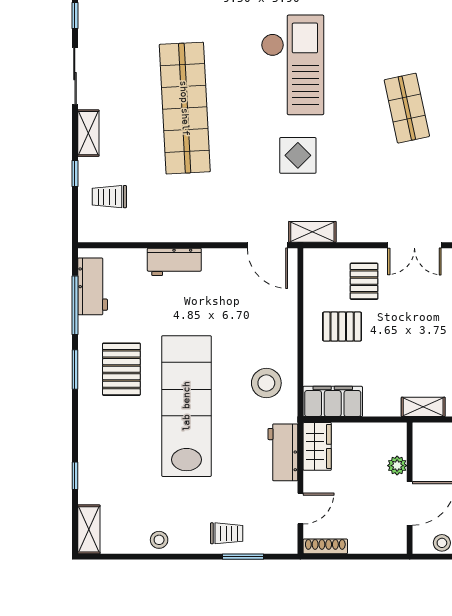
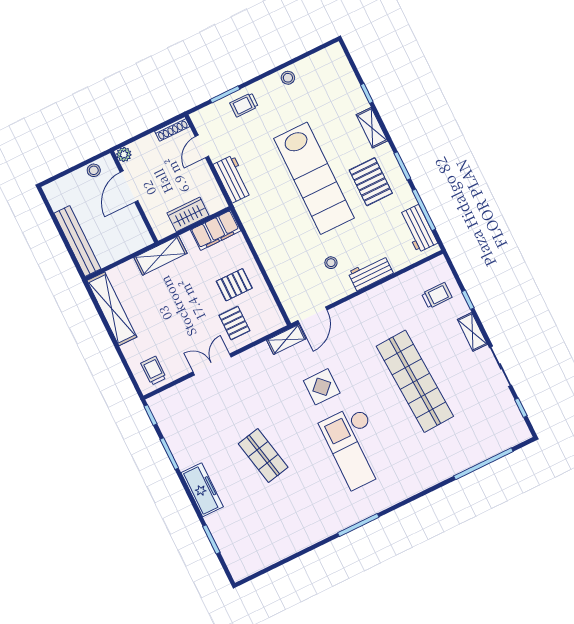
door: (267, 245) -> (312, 315), swing flipped
stool: (266, 383) -> (331, 263), moved, width x0.53, depth x0.53
shelving: (423, 407) -> (161, 255), width x1.50, depth x1.33
wardrobe: (317, 446) -> (188, 214), moved, turned 90
plant: (397, 466) -> (124, 154), moved
shelving: (89, 529) -> (372, 128), moved

